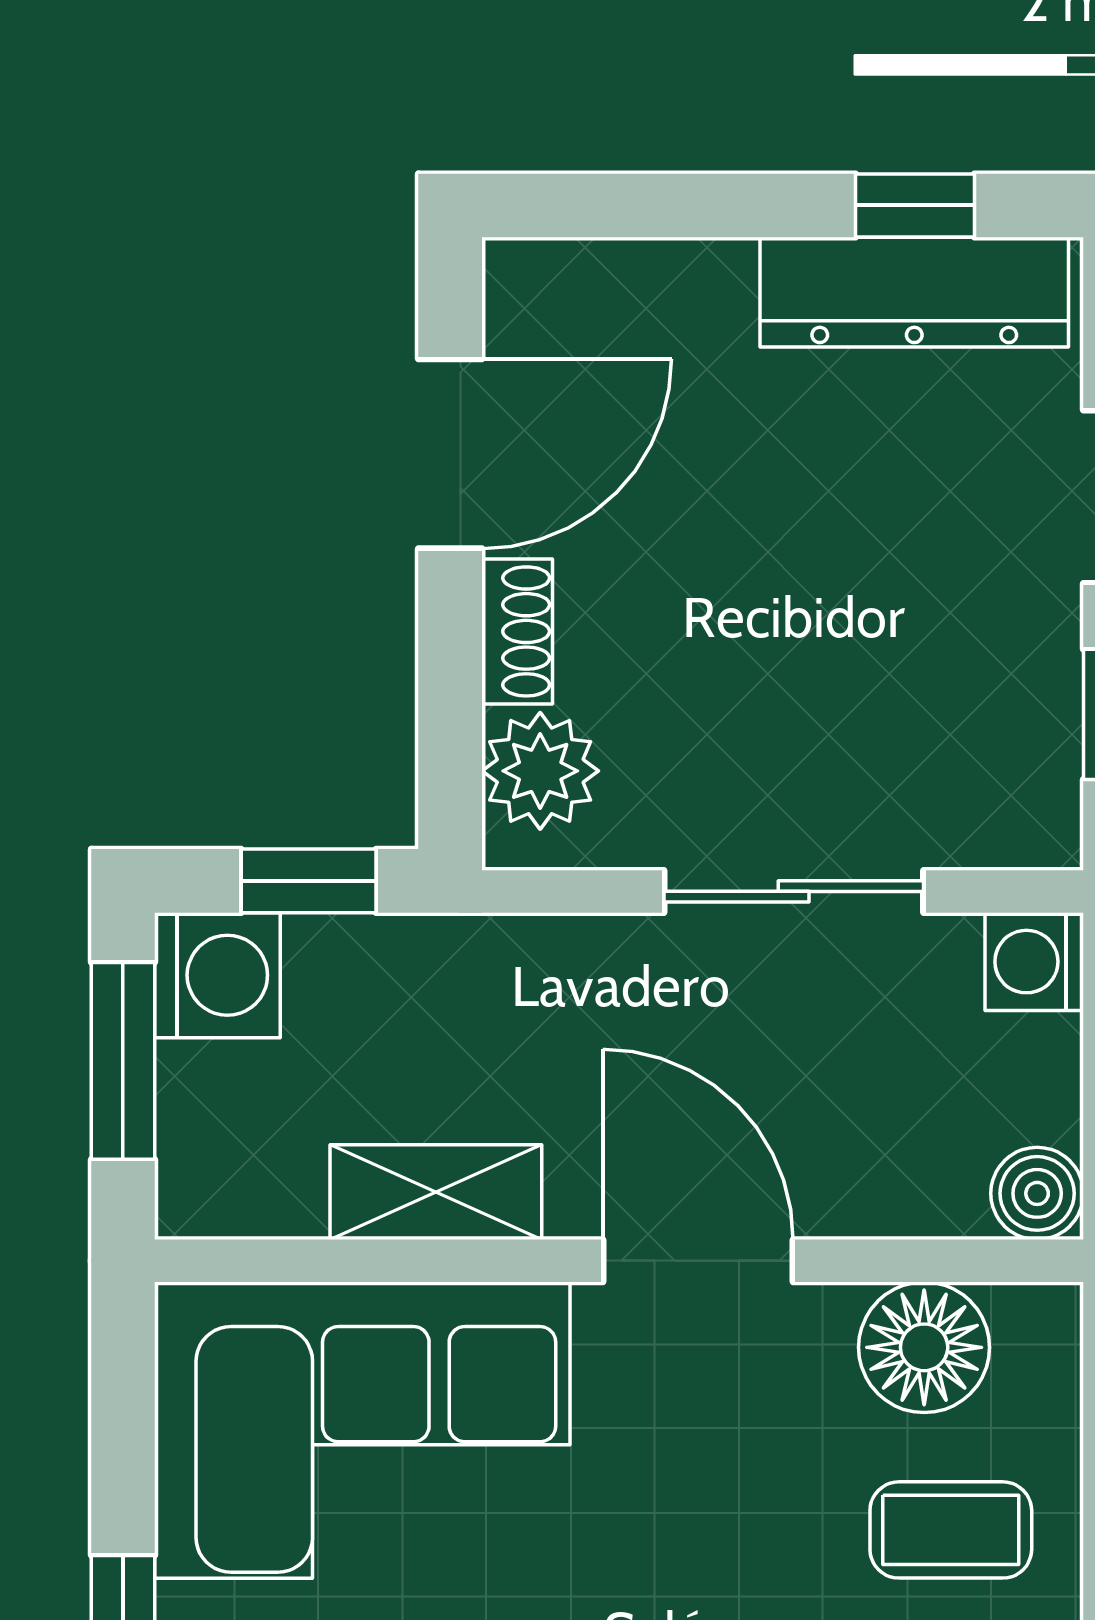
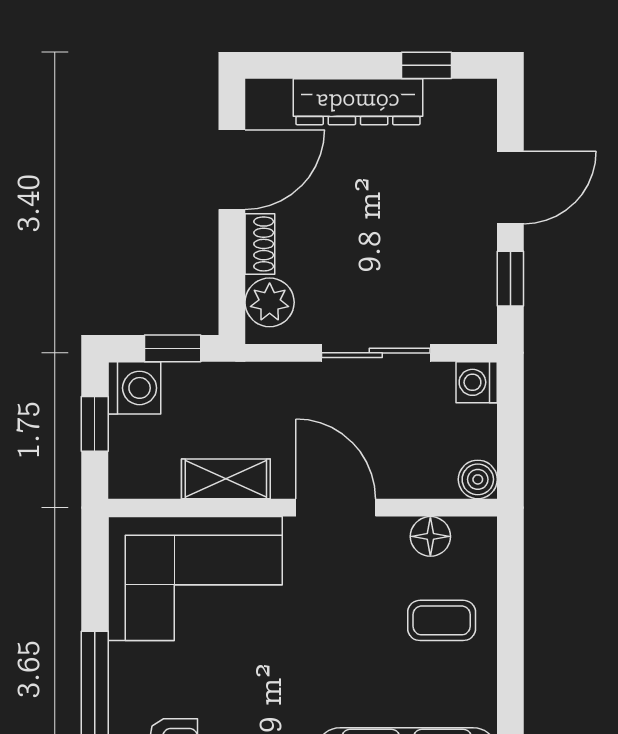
dresser: (914, 292) -> (358, 102), moved
window: (123, 1061) -> (95, 424), width x0.67
floor lamp: (924, 1347) -> (430, 536), width x0.73, depth x0.73

